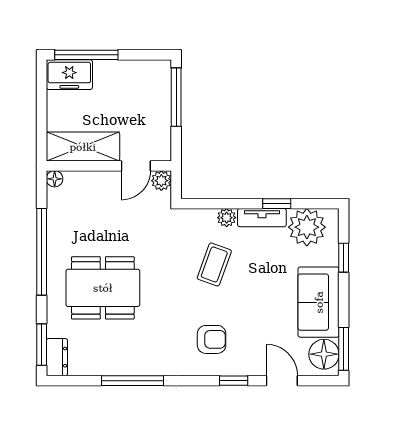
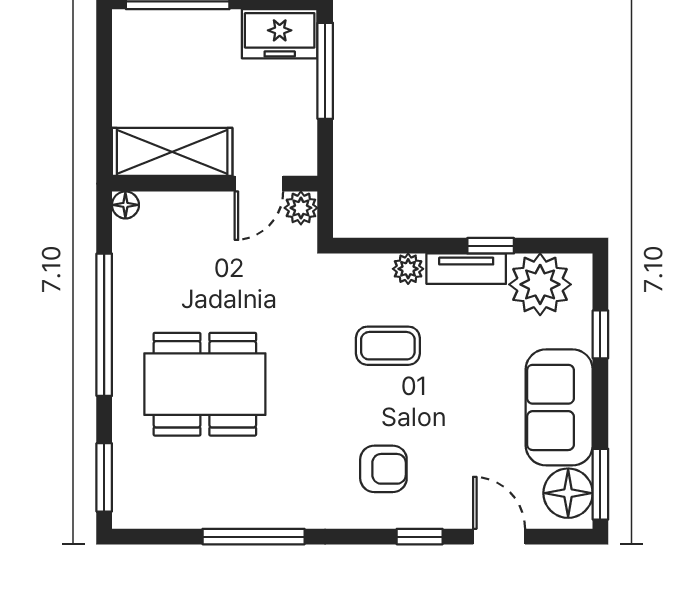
freezer: (69, 75) -> (280, 34), moved
coffee table: (214, 264) -> (388, 346), turned 70
dresser: (57, 357) -> (129, 498), removed

